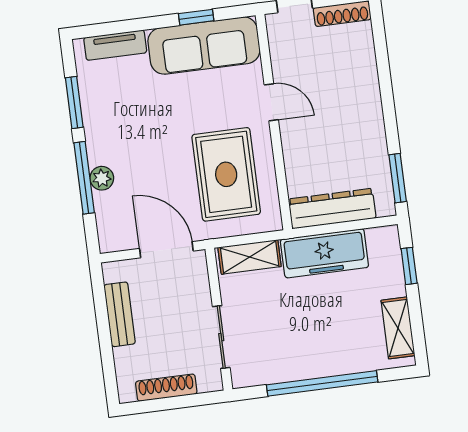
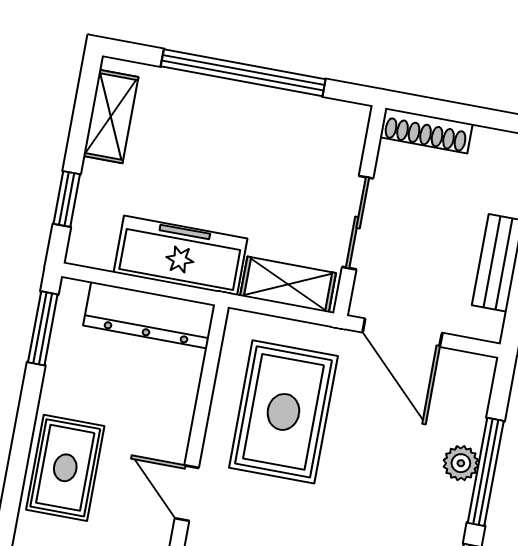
rug: (354, 93) -> (65, 468), added
sliding door: (221, 337) -> (358, 223), moved
shoe rack: (166, 388) -> (426, 131), moved

